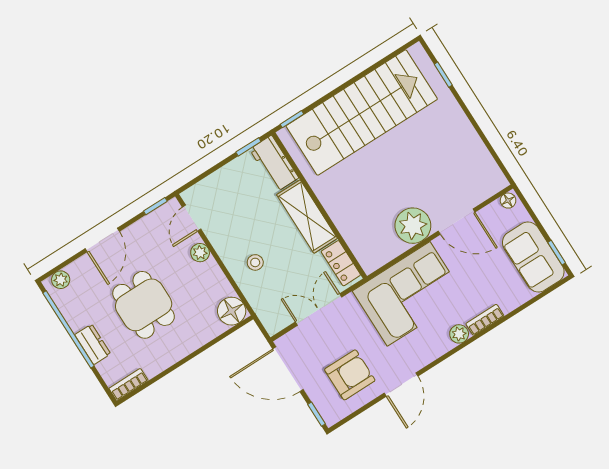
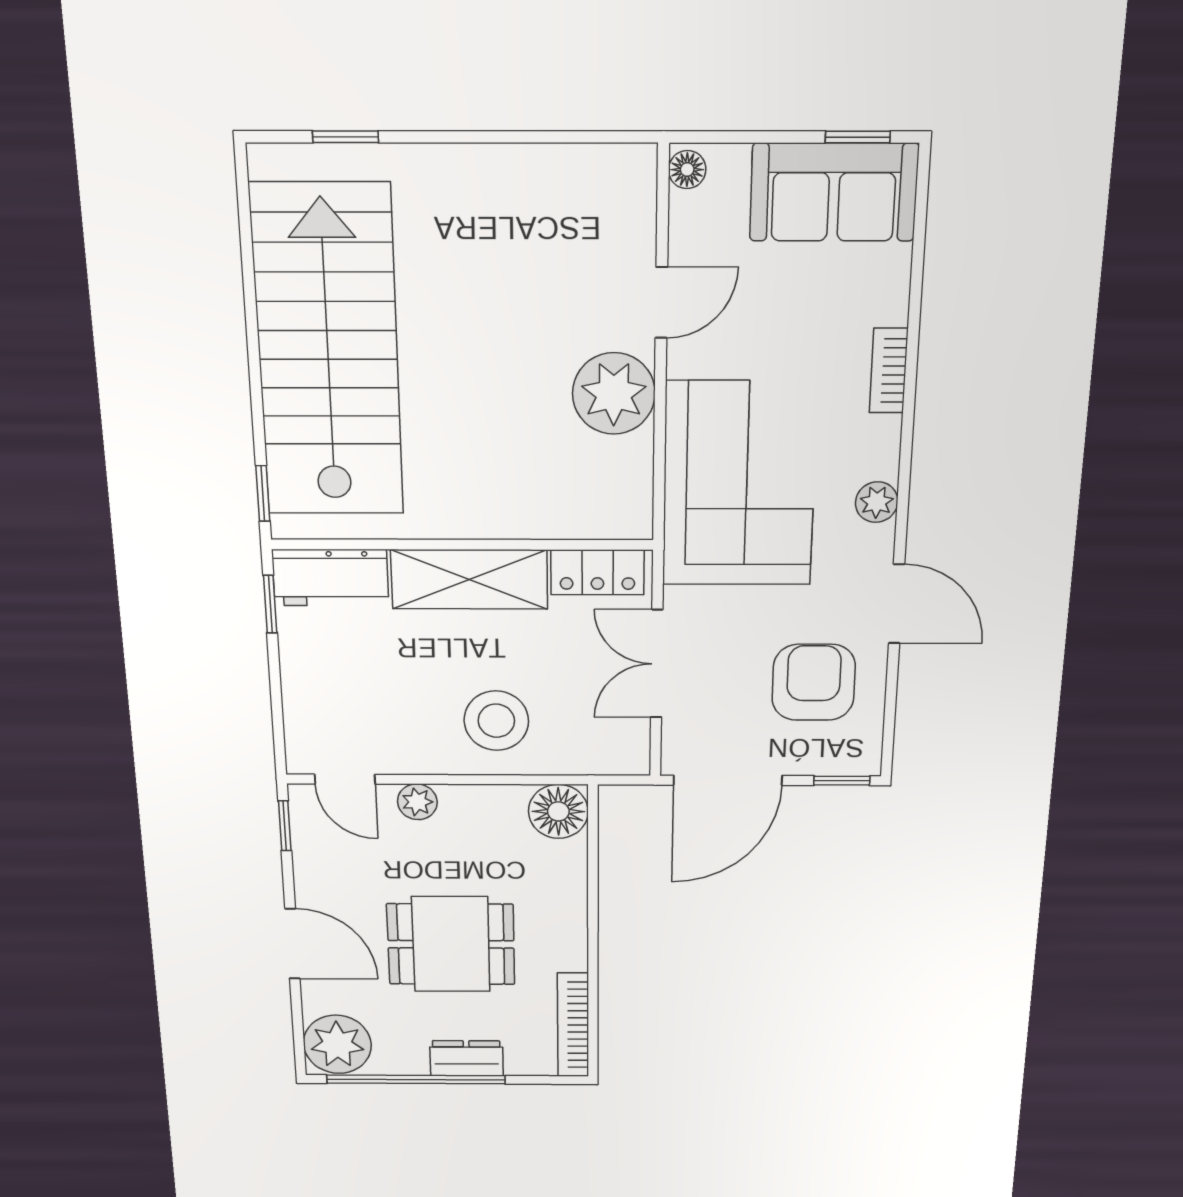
door: (457, 222) -> (661, 303), width x0.73
stool: (255, 262) -> (496, 721), width x1.89, depth x1.89
plant: (61, 280) -> (337, 1044), width x1.88, depth x1.88
plant: (459, 334) -> (877, 502), moved
bookcase: (129, 384) -> (573, 1025), width x1.56

